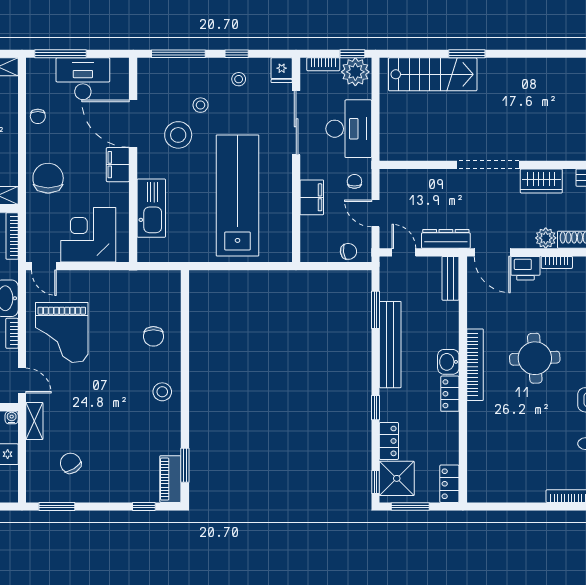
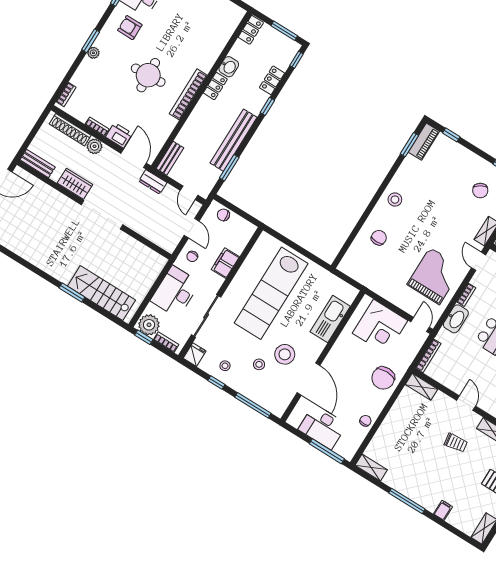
filing cabinet: (118, 165) -> (334, 359), removed
dresser: (446, 239) -> (153, 182), width x0.70
washbasin: (448, 362) -> (229, 67), moved
shower: (397, 478) -> (282, 54), removed

